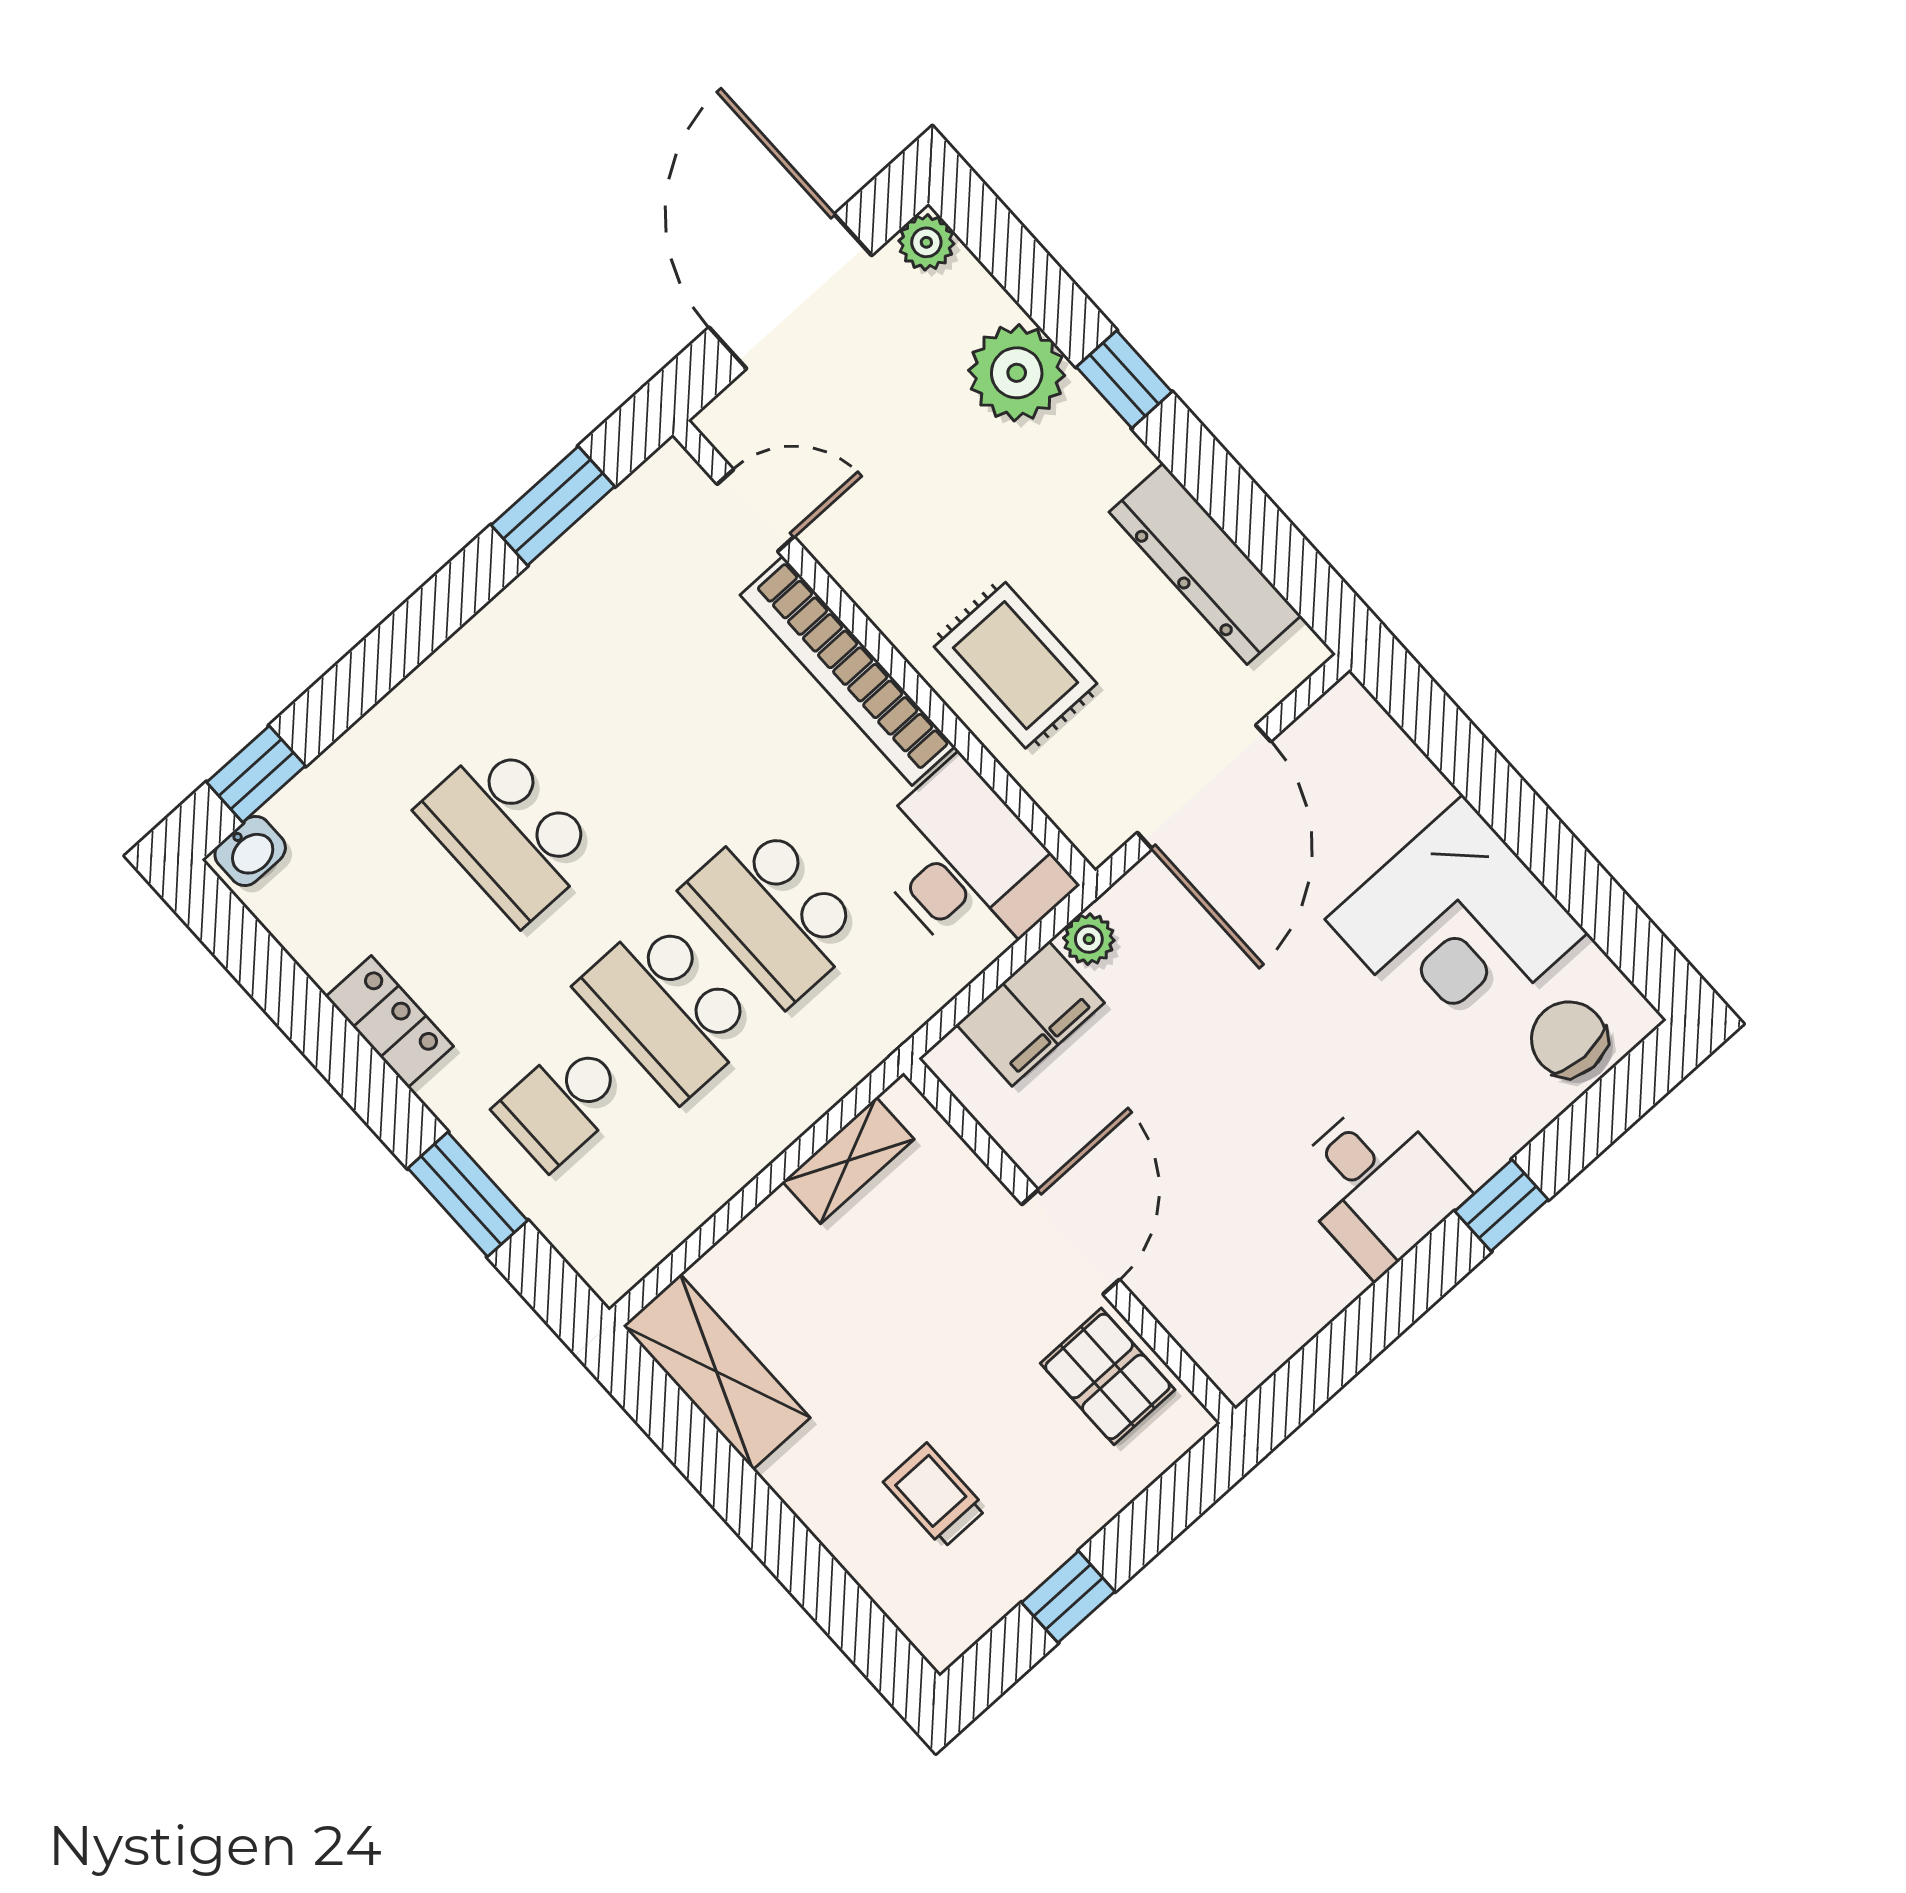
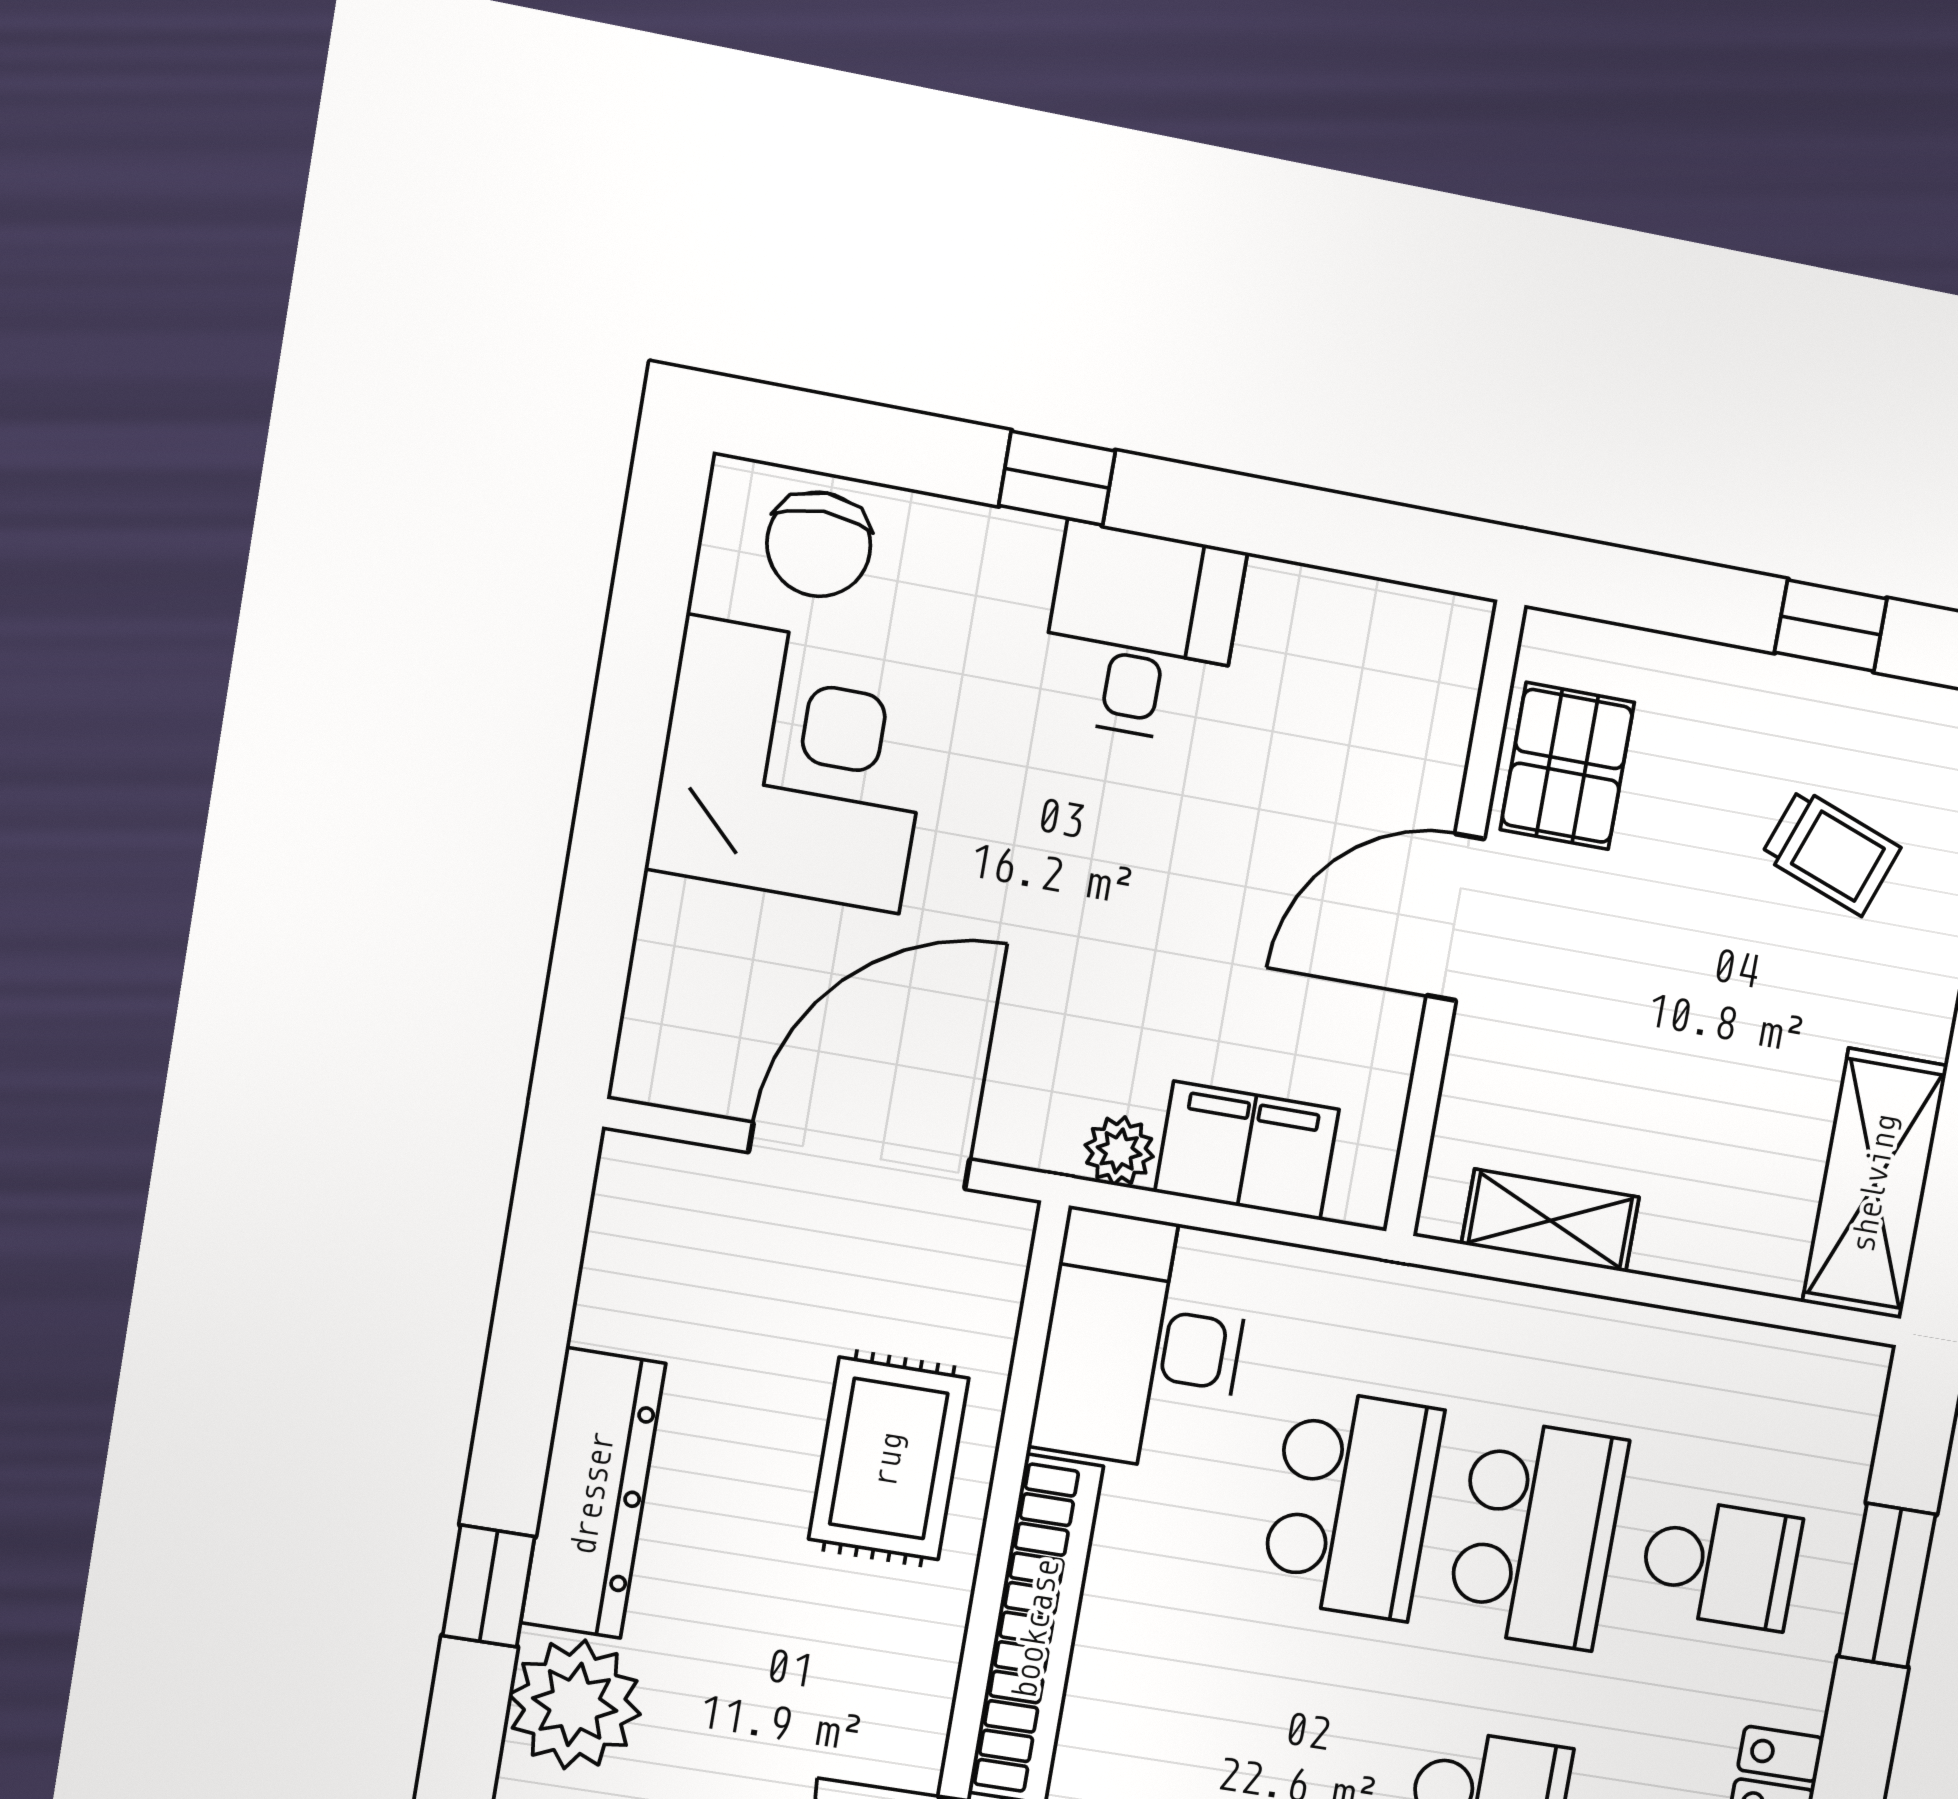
dresser: (1205, 564) -> (593, 1493), moved
trolley: (935, 1496) -> (1831, 852), turned -70

